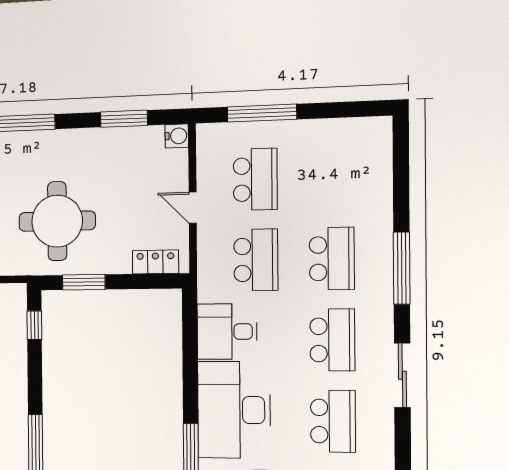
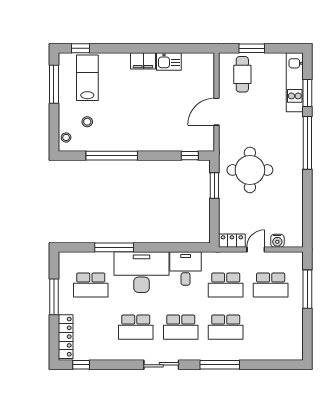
window: (124, 119) -> (307, 210), removed
water cooler: (177, 136) -> (277, 241), moved
locker: (155, 262) -> (232, 241), moved, turned -90

